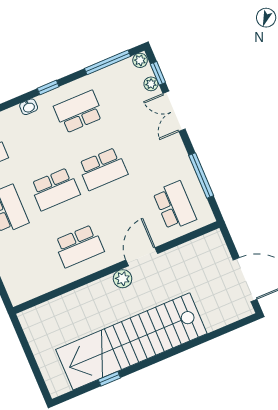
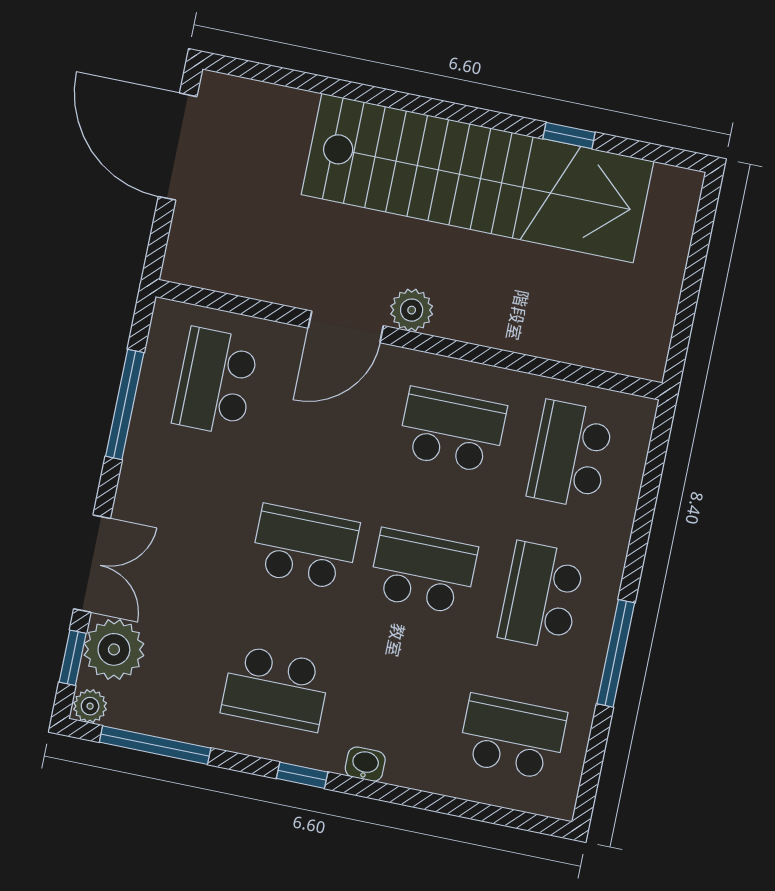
plant: (151, 84) -> (114, 649), width x1.88, depth x1.88
school desk: (31, 266) -> (570, 454), added

